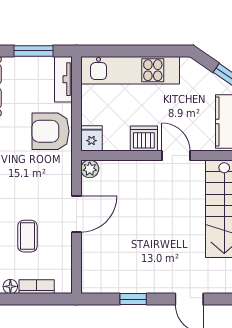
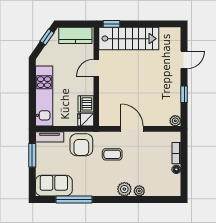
dishwasher: (144, 139) -> (86, 104), moved
plant: (90, 169) -> (175, 121), moved
coffee table: (27, 236) -> (112, 154), moved

